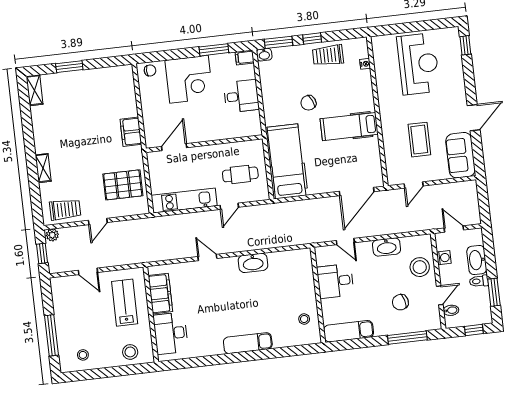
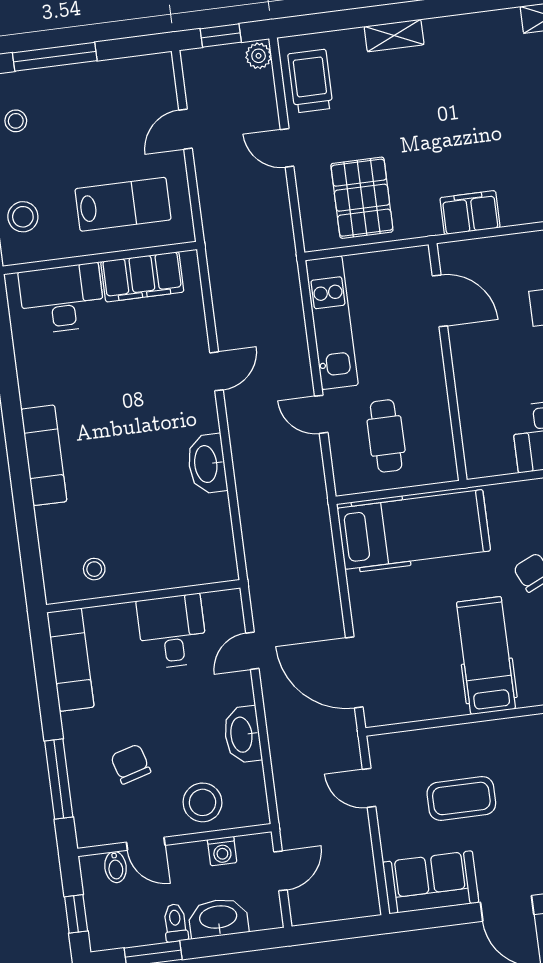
trolley: (65, 210) -> (310, 81), turned 180

